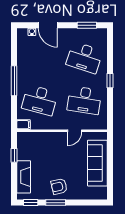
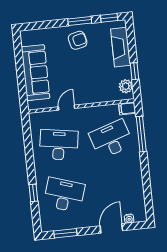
door: (48, 25) -> (111, 228), hinge flipped
window: (14, 81) -> (141, 134), moved
window: (110, 81) -> (33, 193), moved
desk: (40, 100) -> (111, 139), turned -33
plant: (23, 144) -> (126, 86), added

